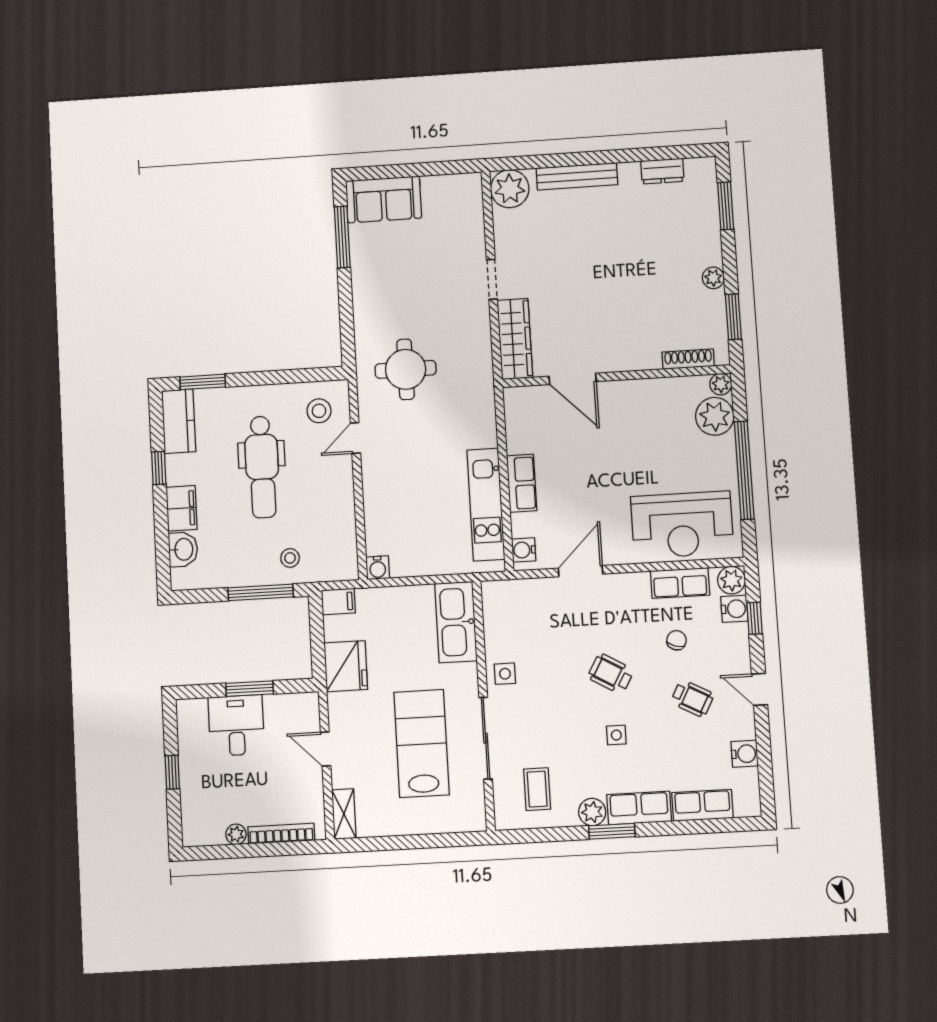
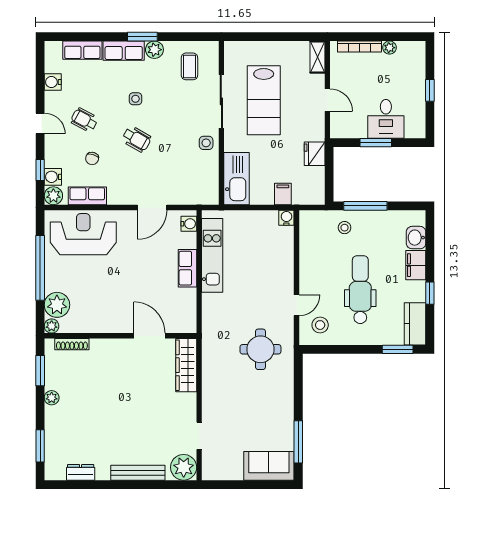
doorway: (492, 279) -> (199, 436), moved
filing cabinet: (338, 602) -> (283, 194), moved, turned 90
fridge: (346, 666) -> (315, 154), width x0.73, depth x0.75

